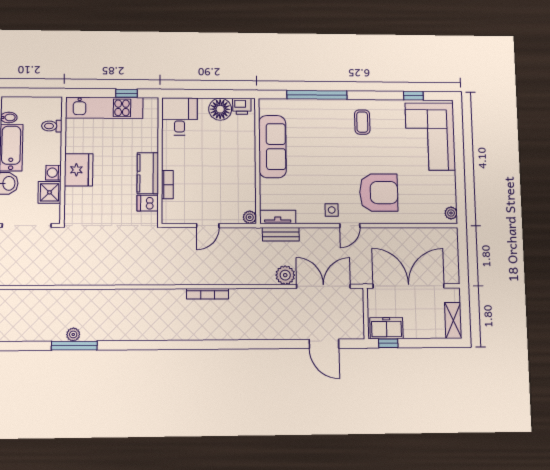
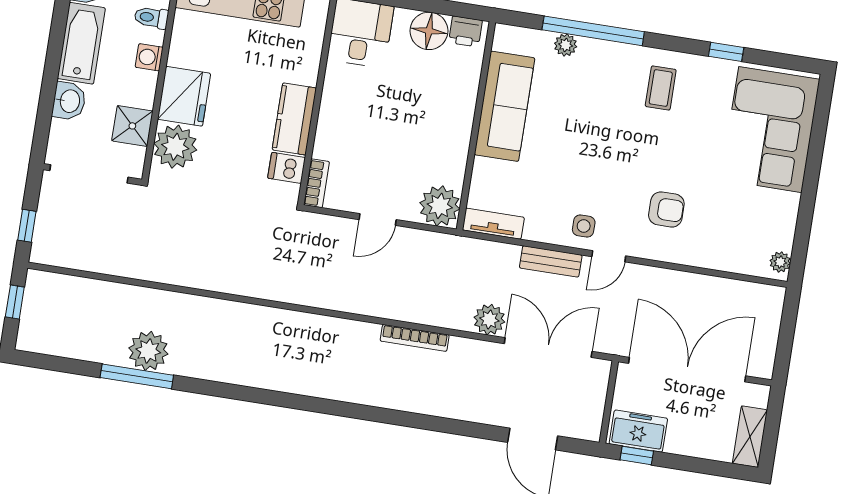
window: (413, 96) -> (726, 52), moved
plant: (302, 105) -> (566, 45), added
washing machine: (53, 173) -> (149, 57), moved
bookcase: (167, 185) -> (317, 183), moved
armchair: (379, 193) -> (666, 209), width x0.53, depth x0.53
plant: (78, 201) -> (175, 147), added
plant: (250, 217) -> (440, 206), width x1.88, depth x1.88
bench: (281, 234) -> (551, 261), moved
bookcase: (208, 294) -> (415, 338), moved
plant: (73, 334) -> (148, 351), width x1.88, depth x1.88

